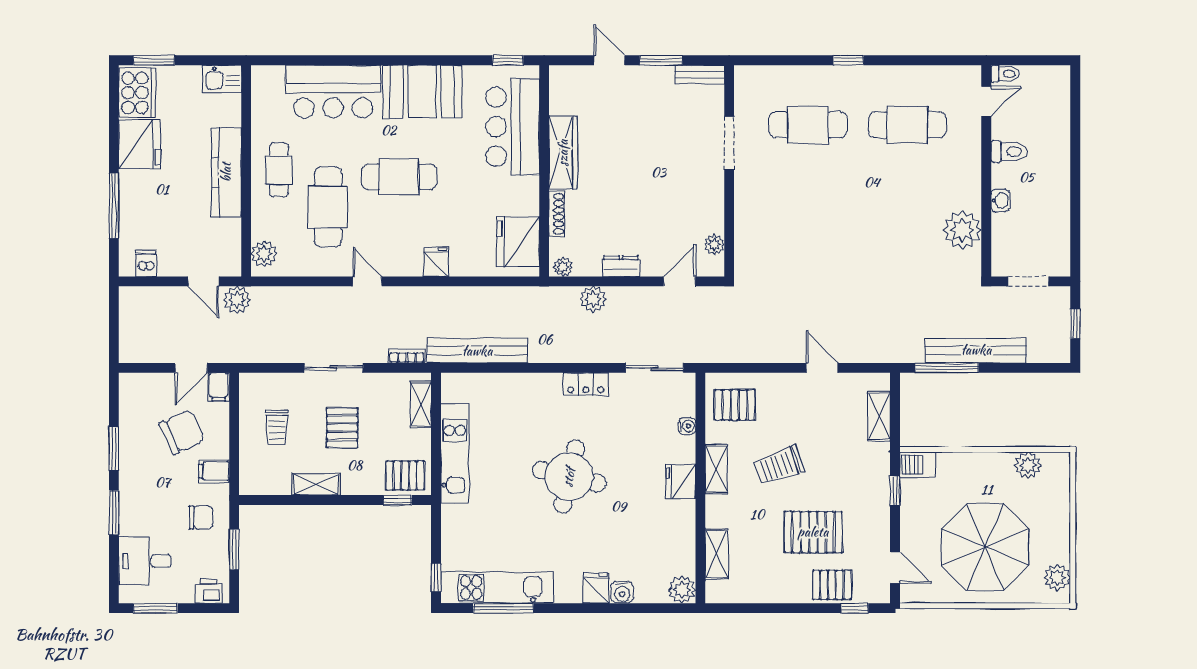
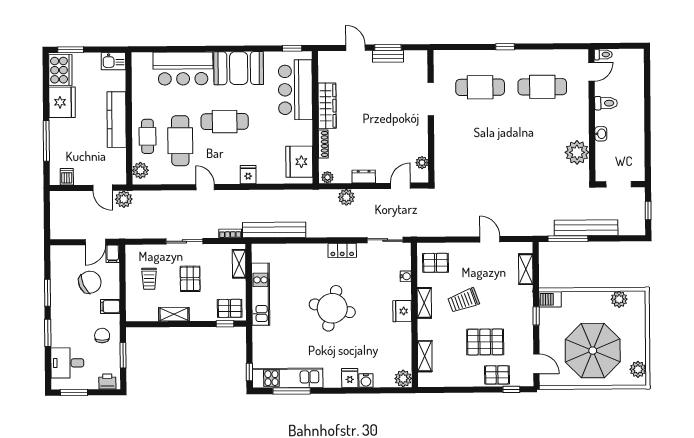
bench: (700, 74) -> (388, 56), moved
cafe table: (279, 170) -> (148, 136), moved
chair: (201, 518) -> (102, 336), turned -90

